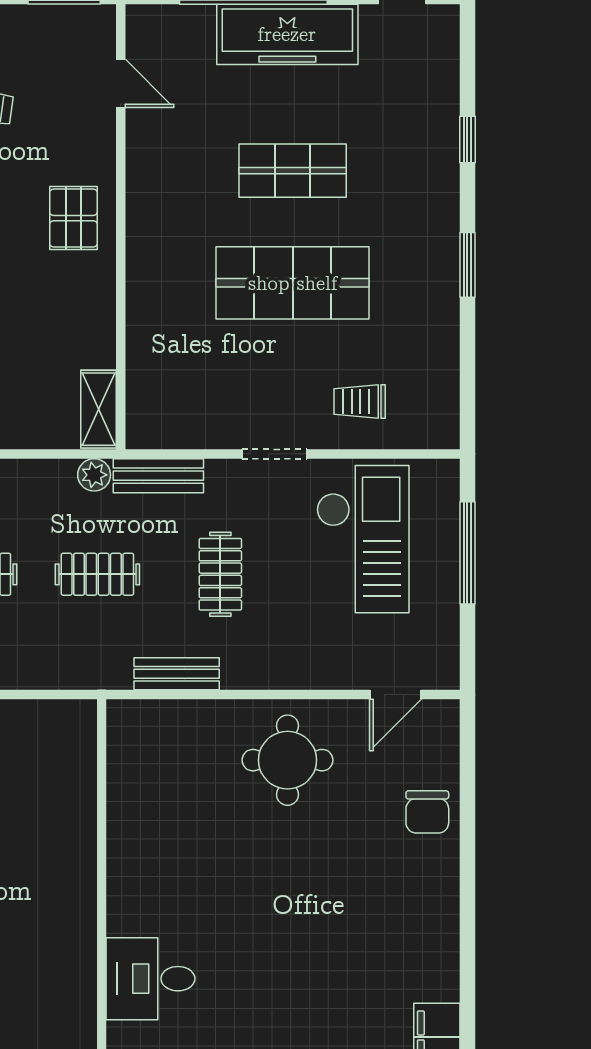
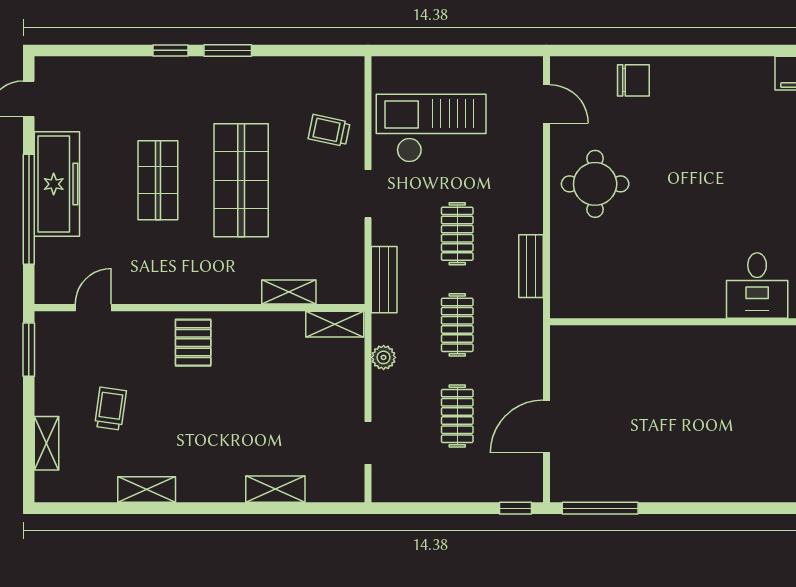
window: (467, 139) -> (170, 50), moved
pallet: (73, 218) -> (193, 343), turned 90
shelving: (142, 347) -> (289, 292), added
trolley: (360, 402) -> (329, 130), turned 102
plant: (94, 475) -> (384, 357), moved
window: (467, 553) -> (441, 50), removed
clothes rail: (220, 574) -> (457, 234), turned 90

